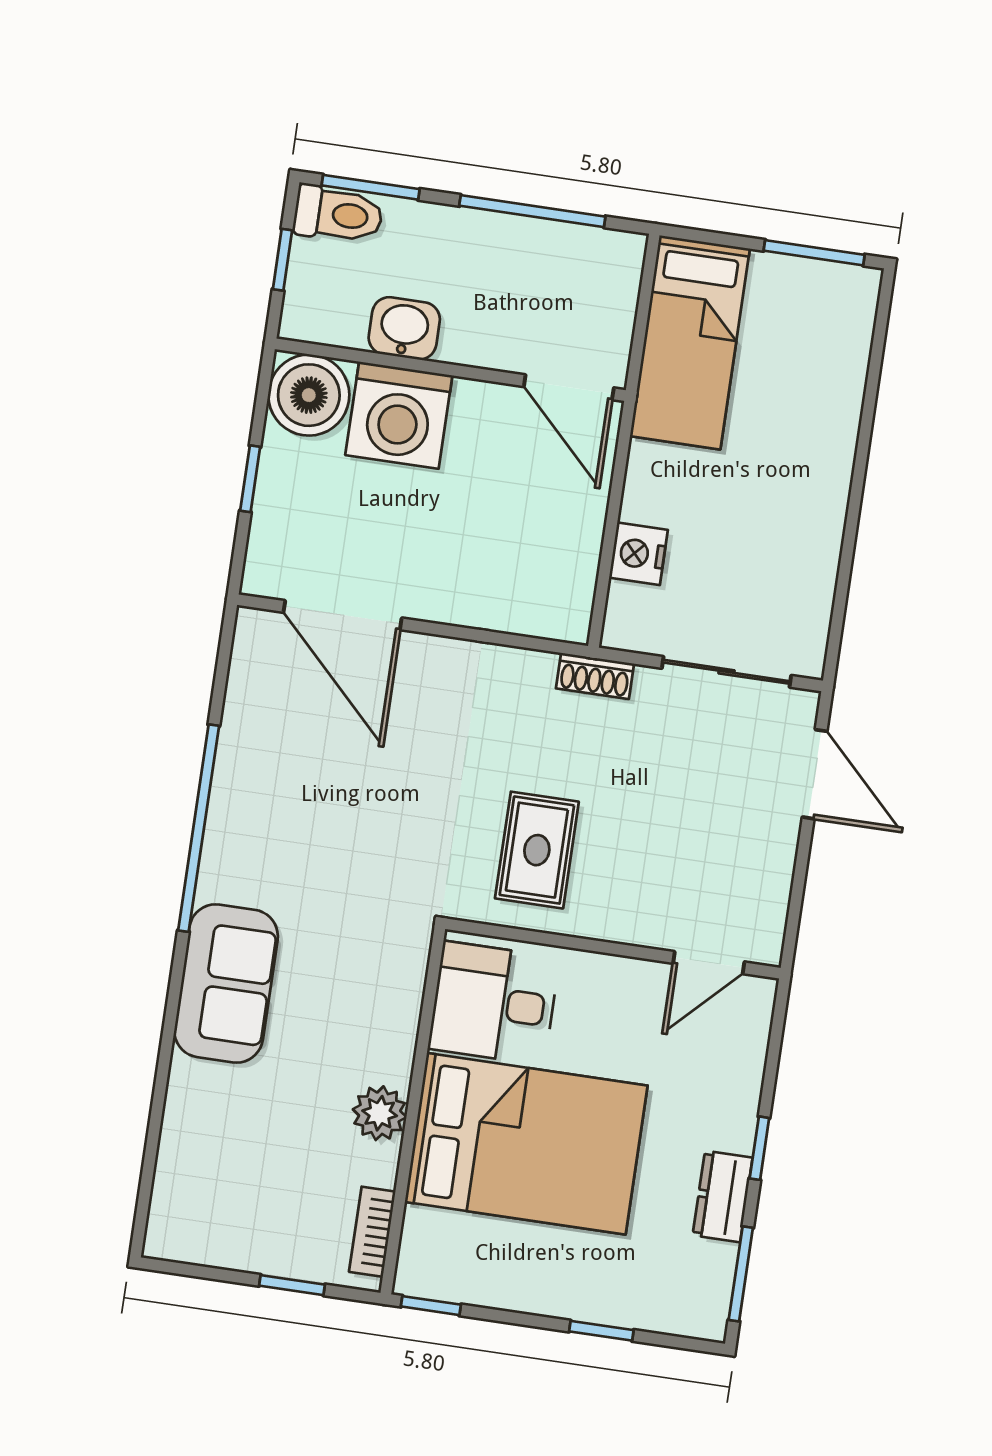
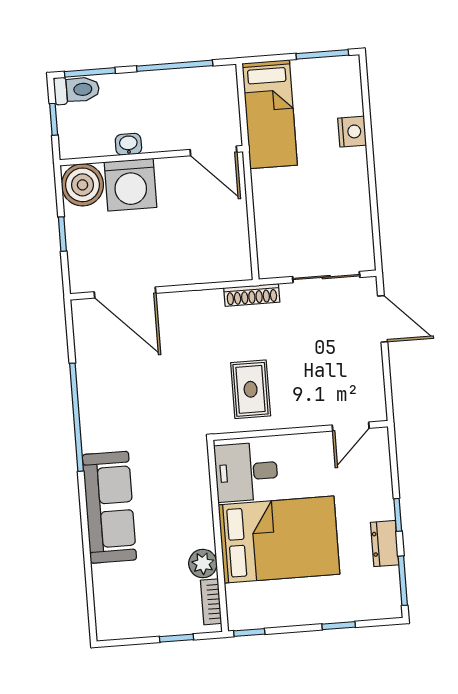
washbasin: (404, 328) -> (128, 144), width x0.72, depth x0.69
nightstand: (638, 554) -> (352, 132), moved, turned 180
shoe rack: (595, 676) -> (252, 295), width x1.43
sofa: (226, 983) -> (109, 507), width x1.36
plant: (380, 1113) -> (203, 564), moved

